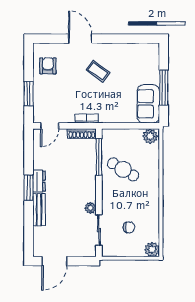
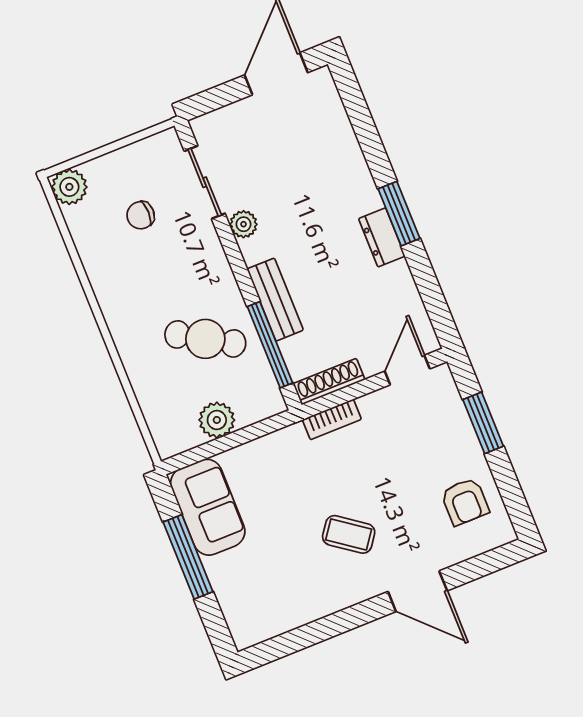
plant: (150, 136) -> (217, 420), moved
bench: (39, 210) -> (275, 300), moved

